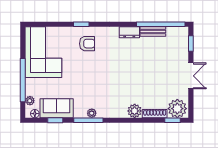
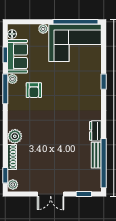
armchair: (87, 44) -> (34, 90), moved
window: (23, 80) -> (76, 22), moved
plant: (30, 101) -> (43, 29), moved
plant: (177, 109) -> (13, 185), width x0.53, depth x0.53
plant: (92, 113) -> (12, 79), moved

